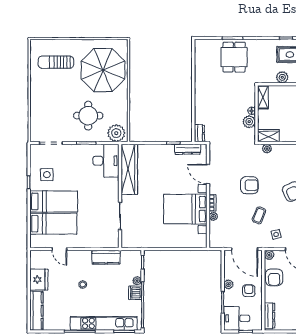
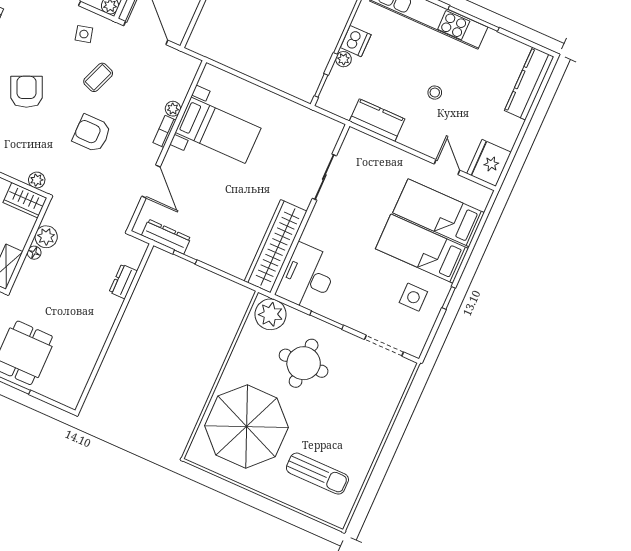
dresser: (199, 133) -> (123, 281), moved
bed with nightstands: (185, 209) -> (218, 130), width x0.73
fridge: (39, 280) -> (489, 163), moved

